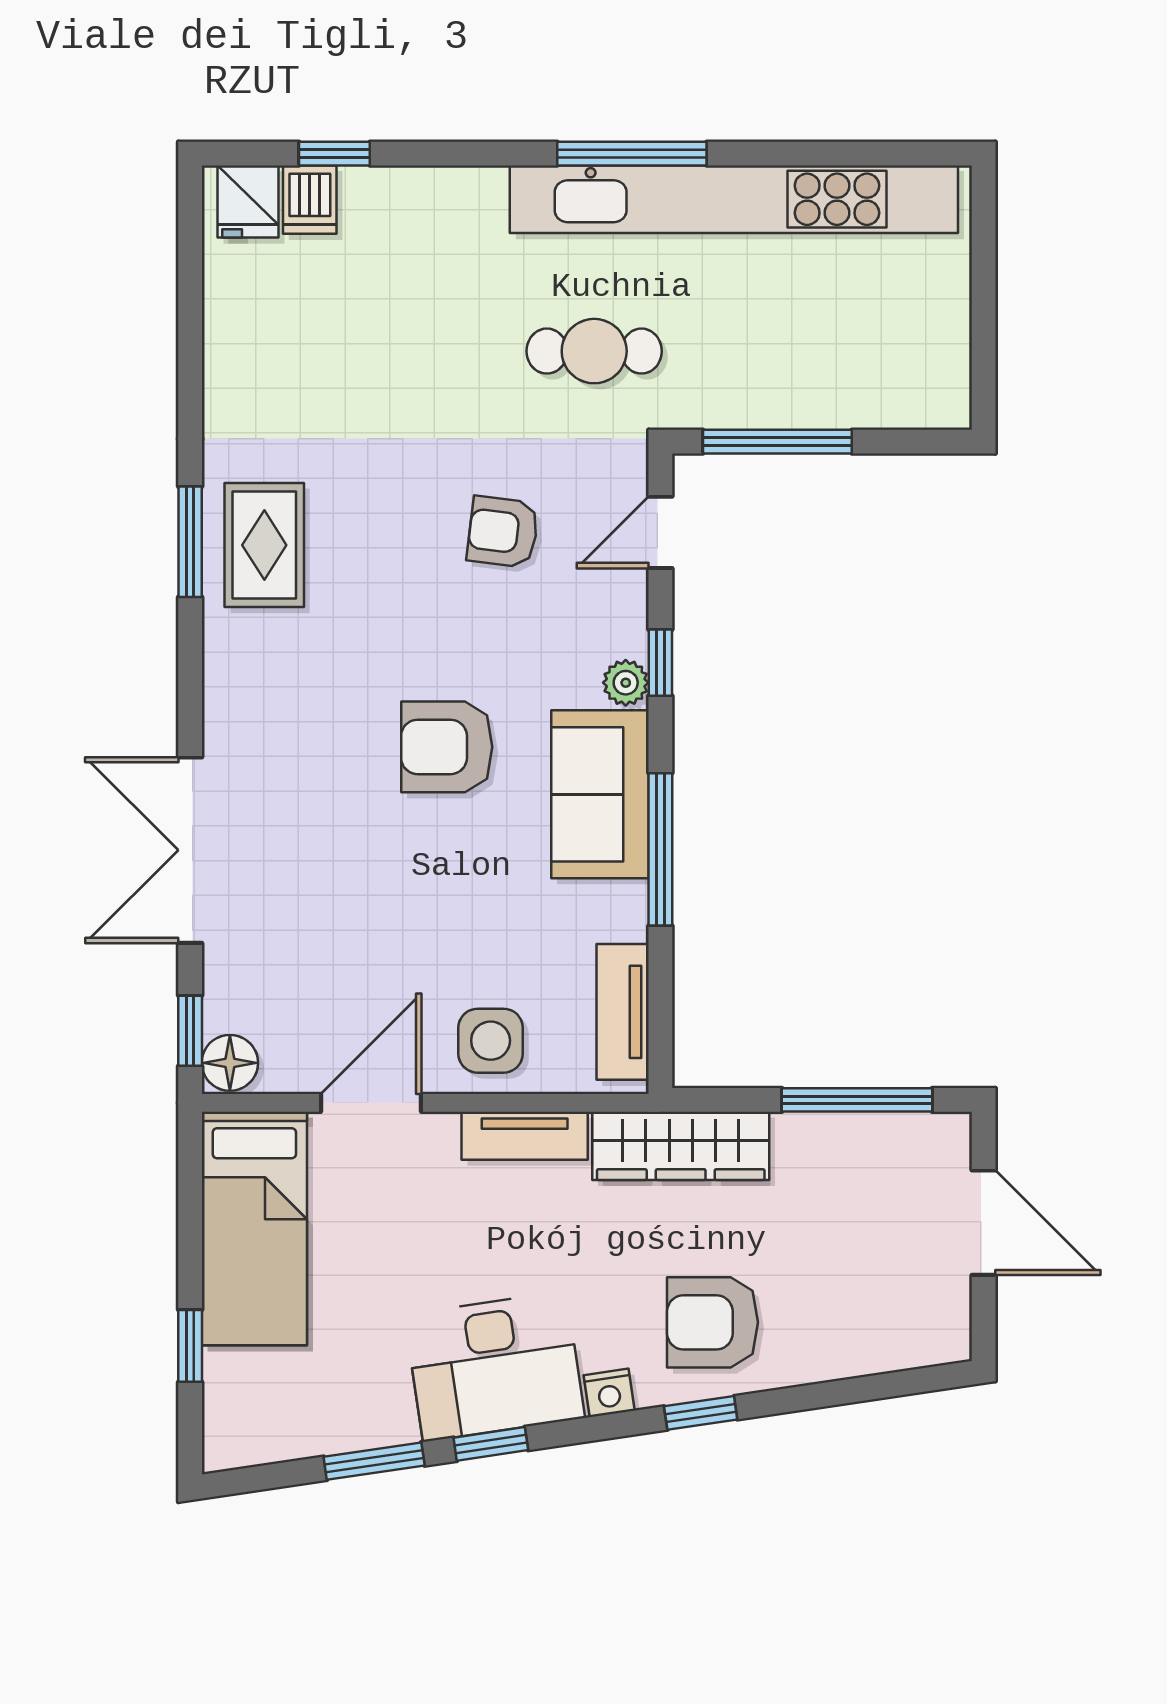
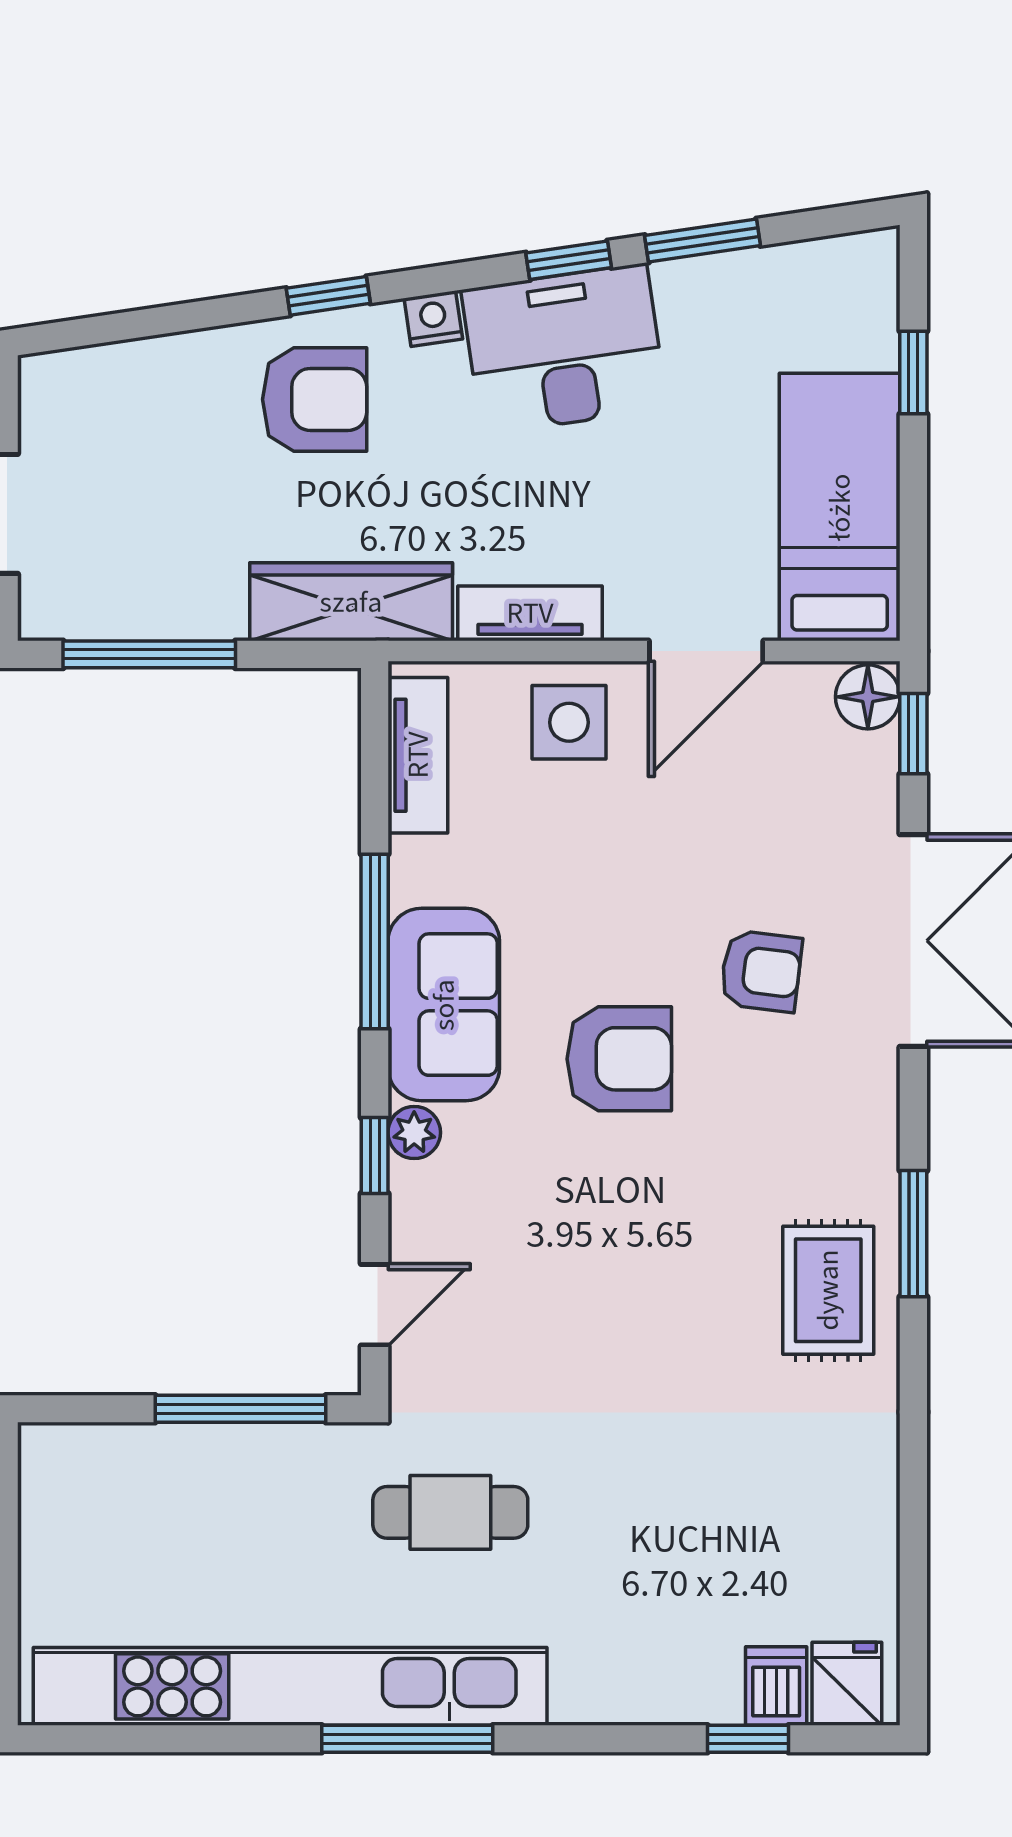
armchair: (503, 532) -> (761, 971), moved
window: (190, 542) -> (913, 1234), moved

